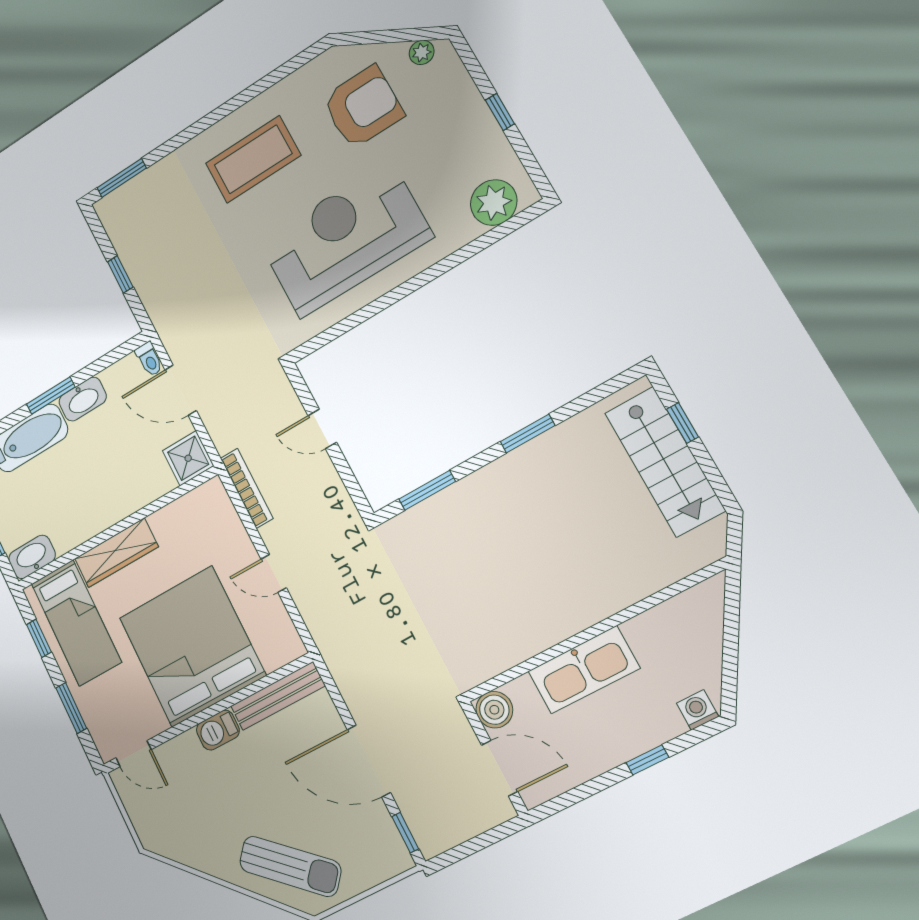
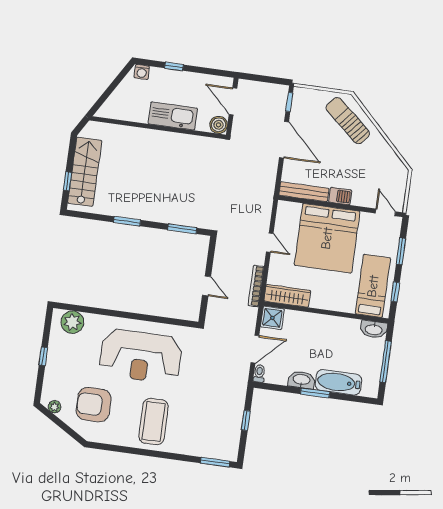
coffee table: (253, 159) -> (154, 422), turned 90
door: (181, 390) -> (255, 349), hinge flipped
wardrobe: (116, 553) -> (287, 296), moved

